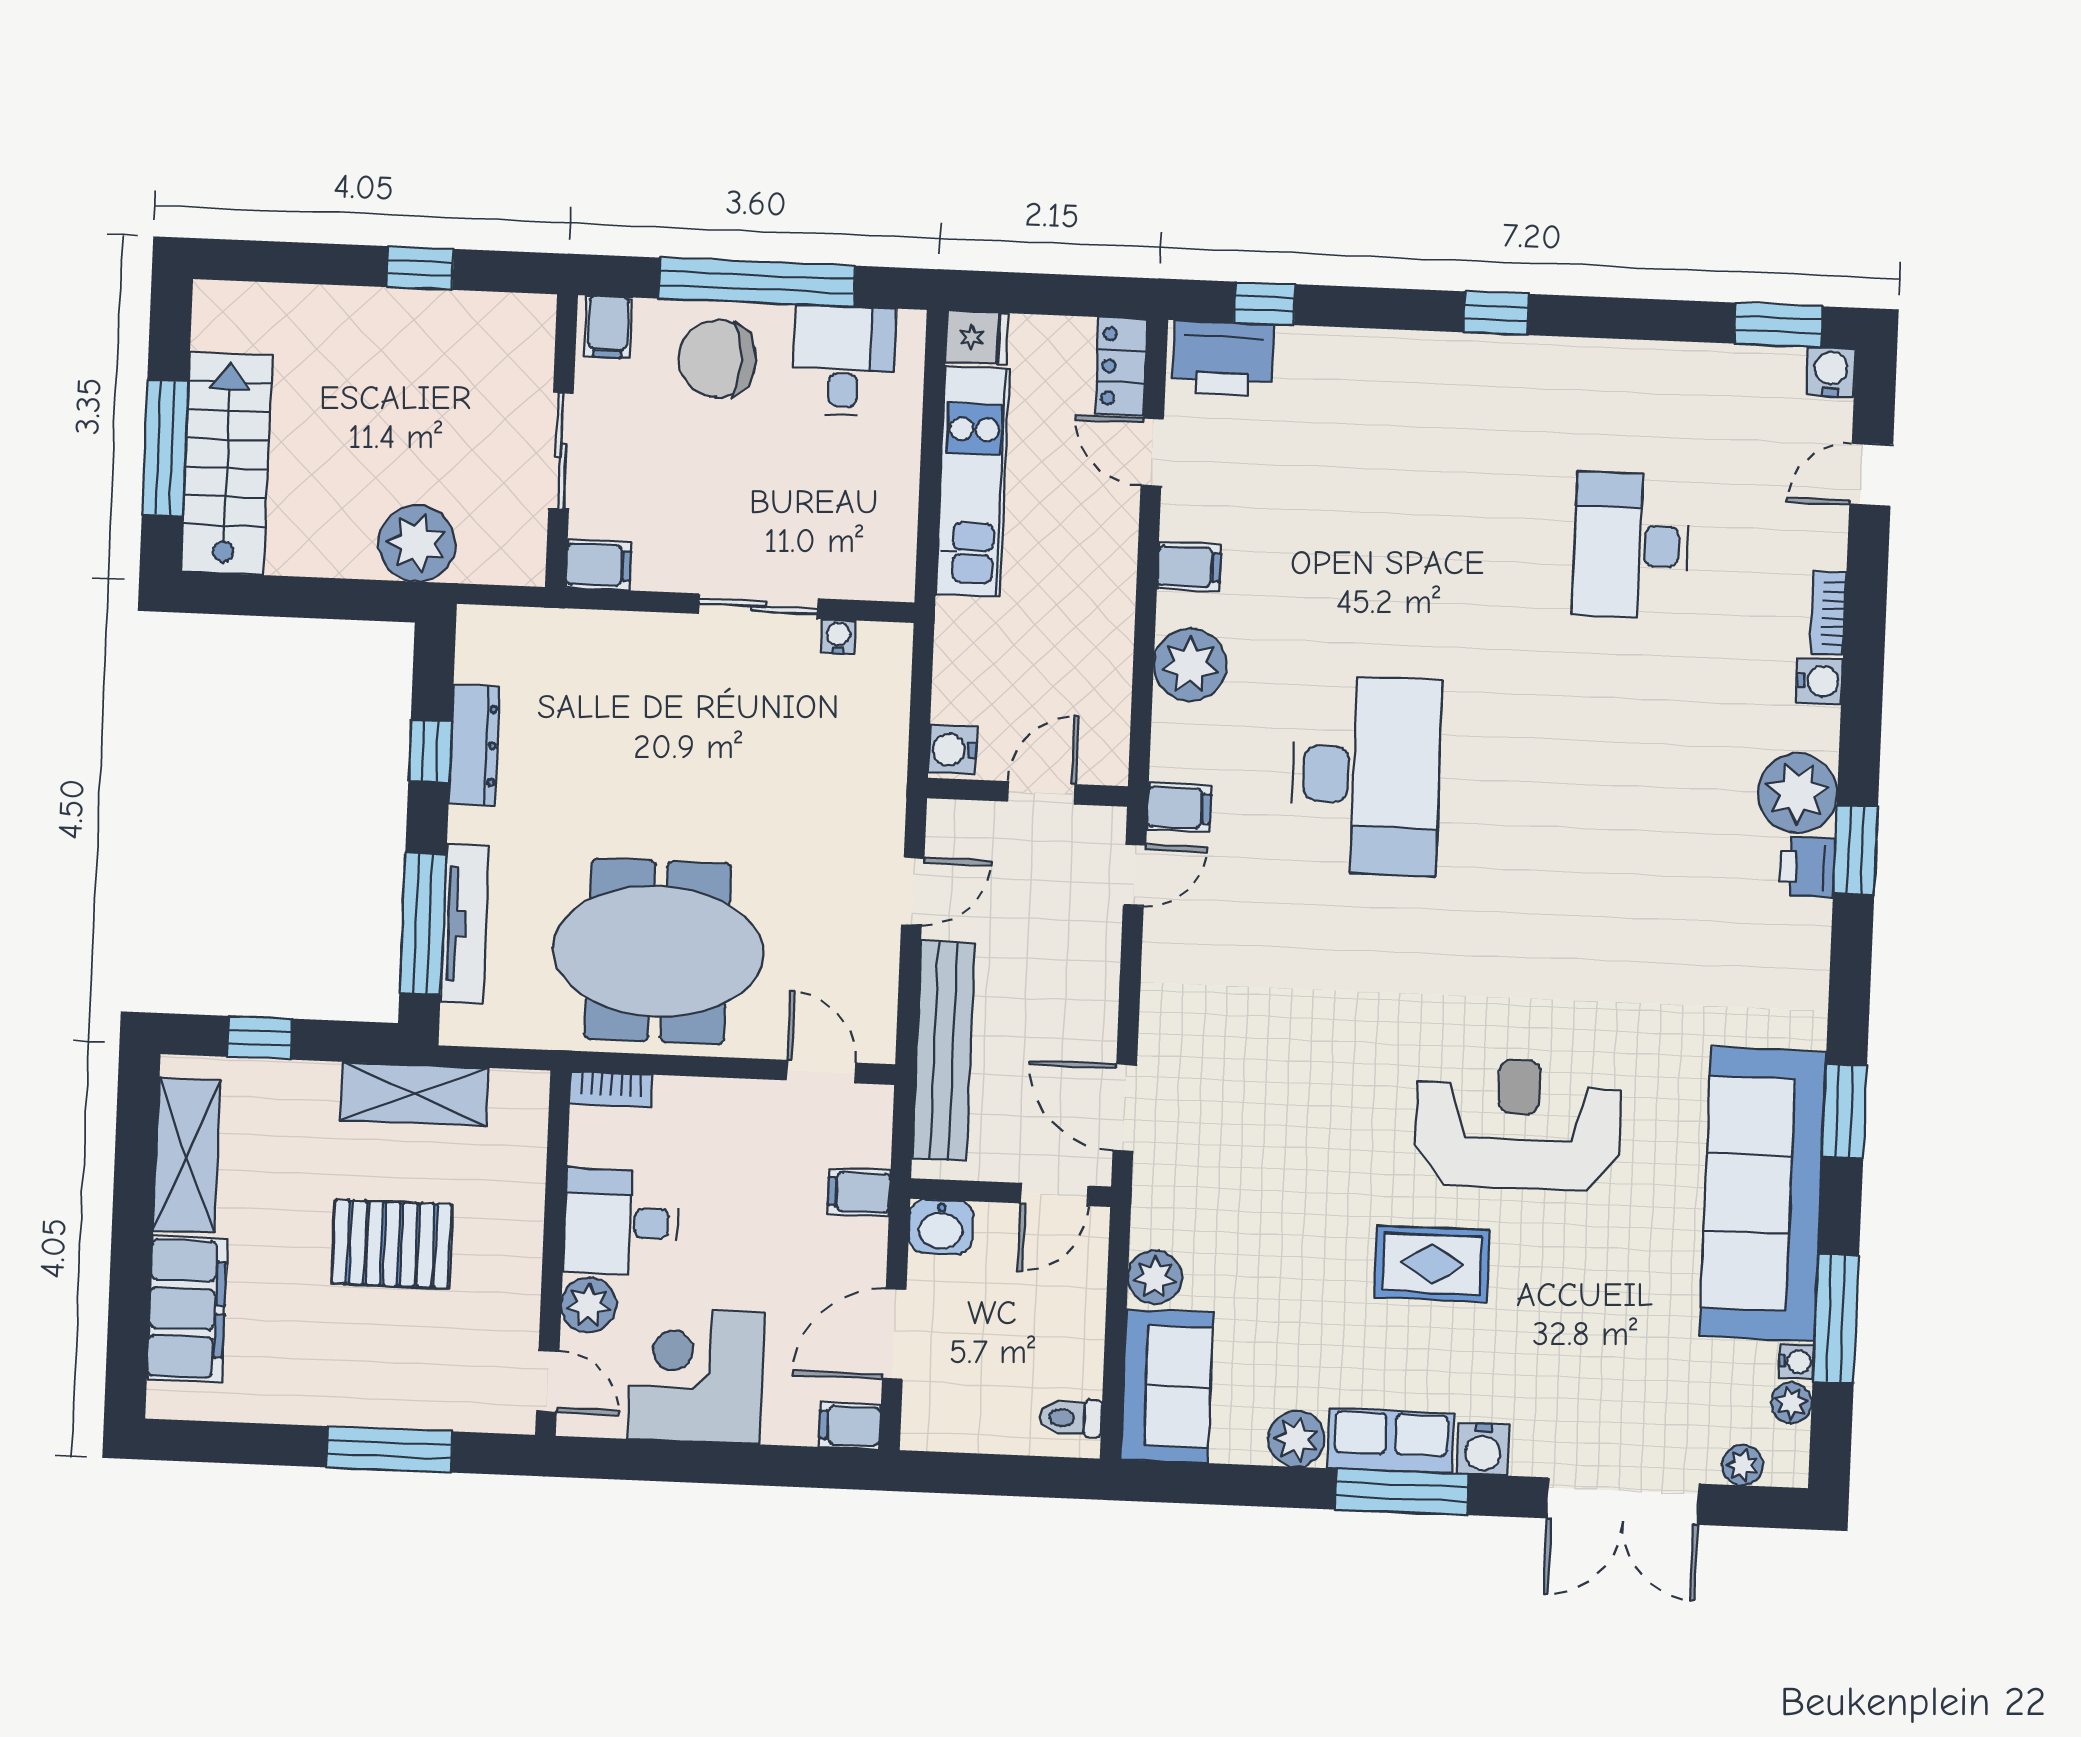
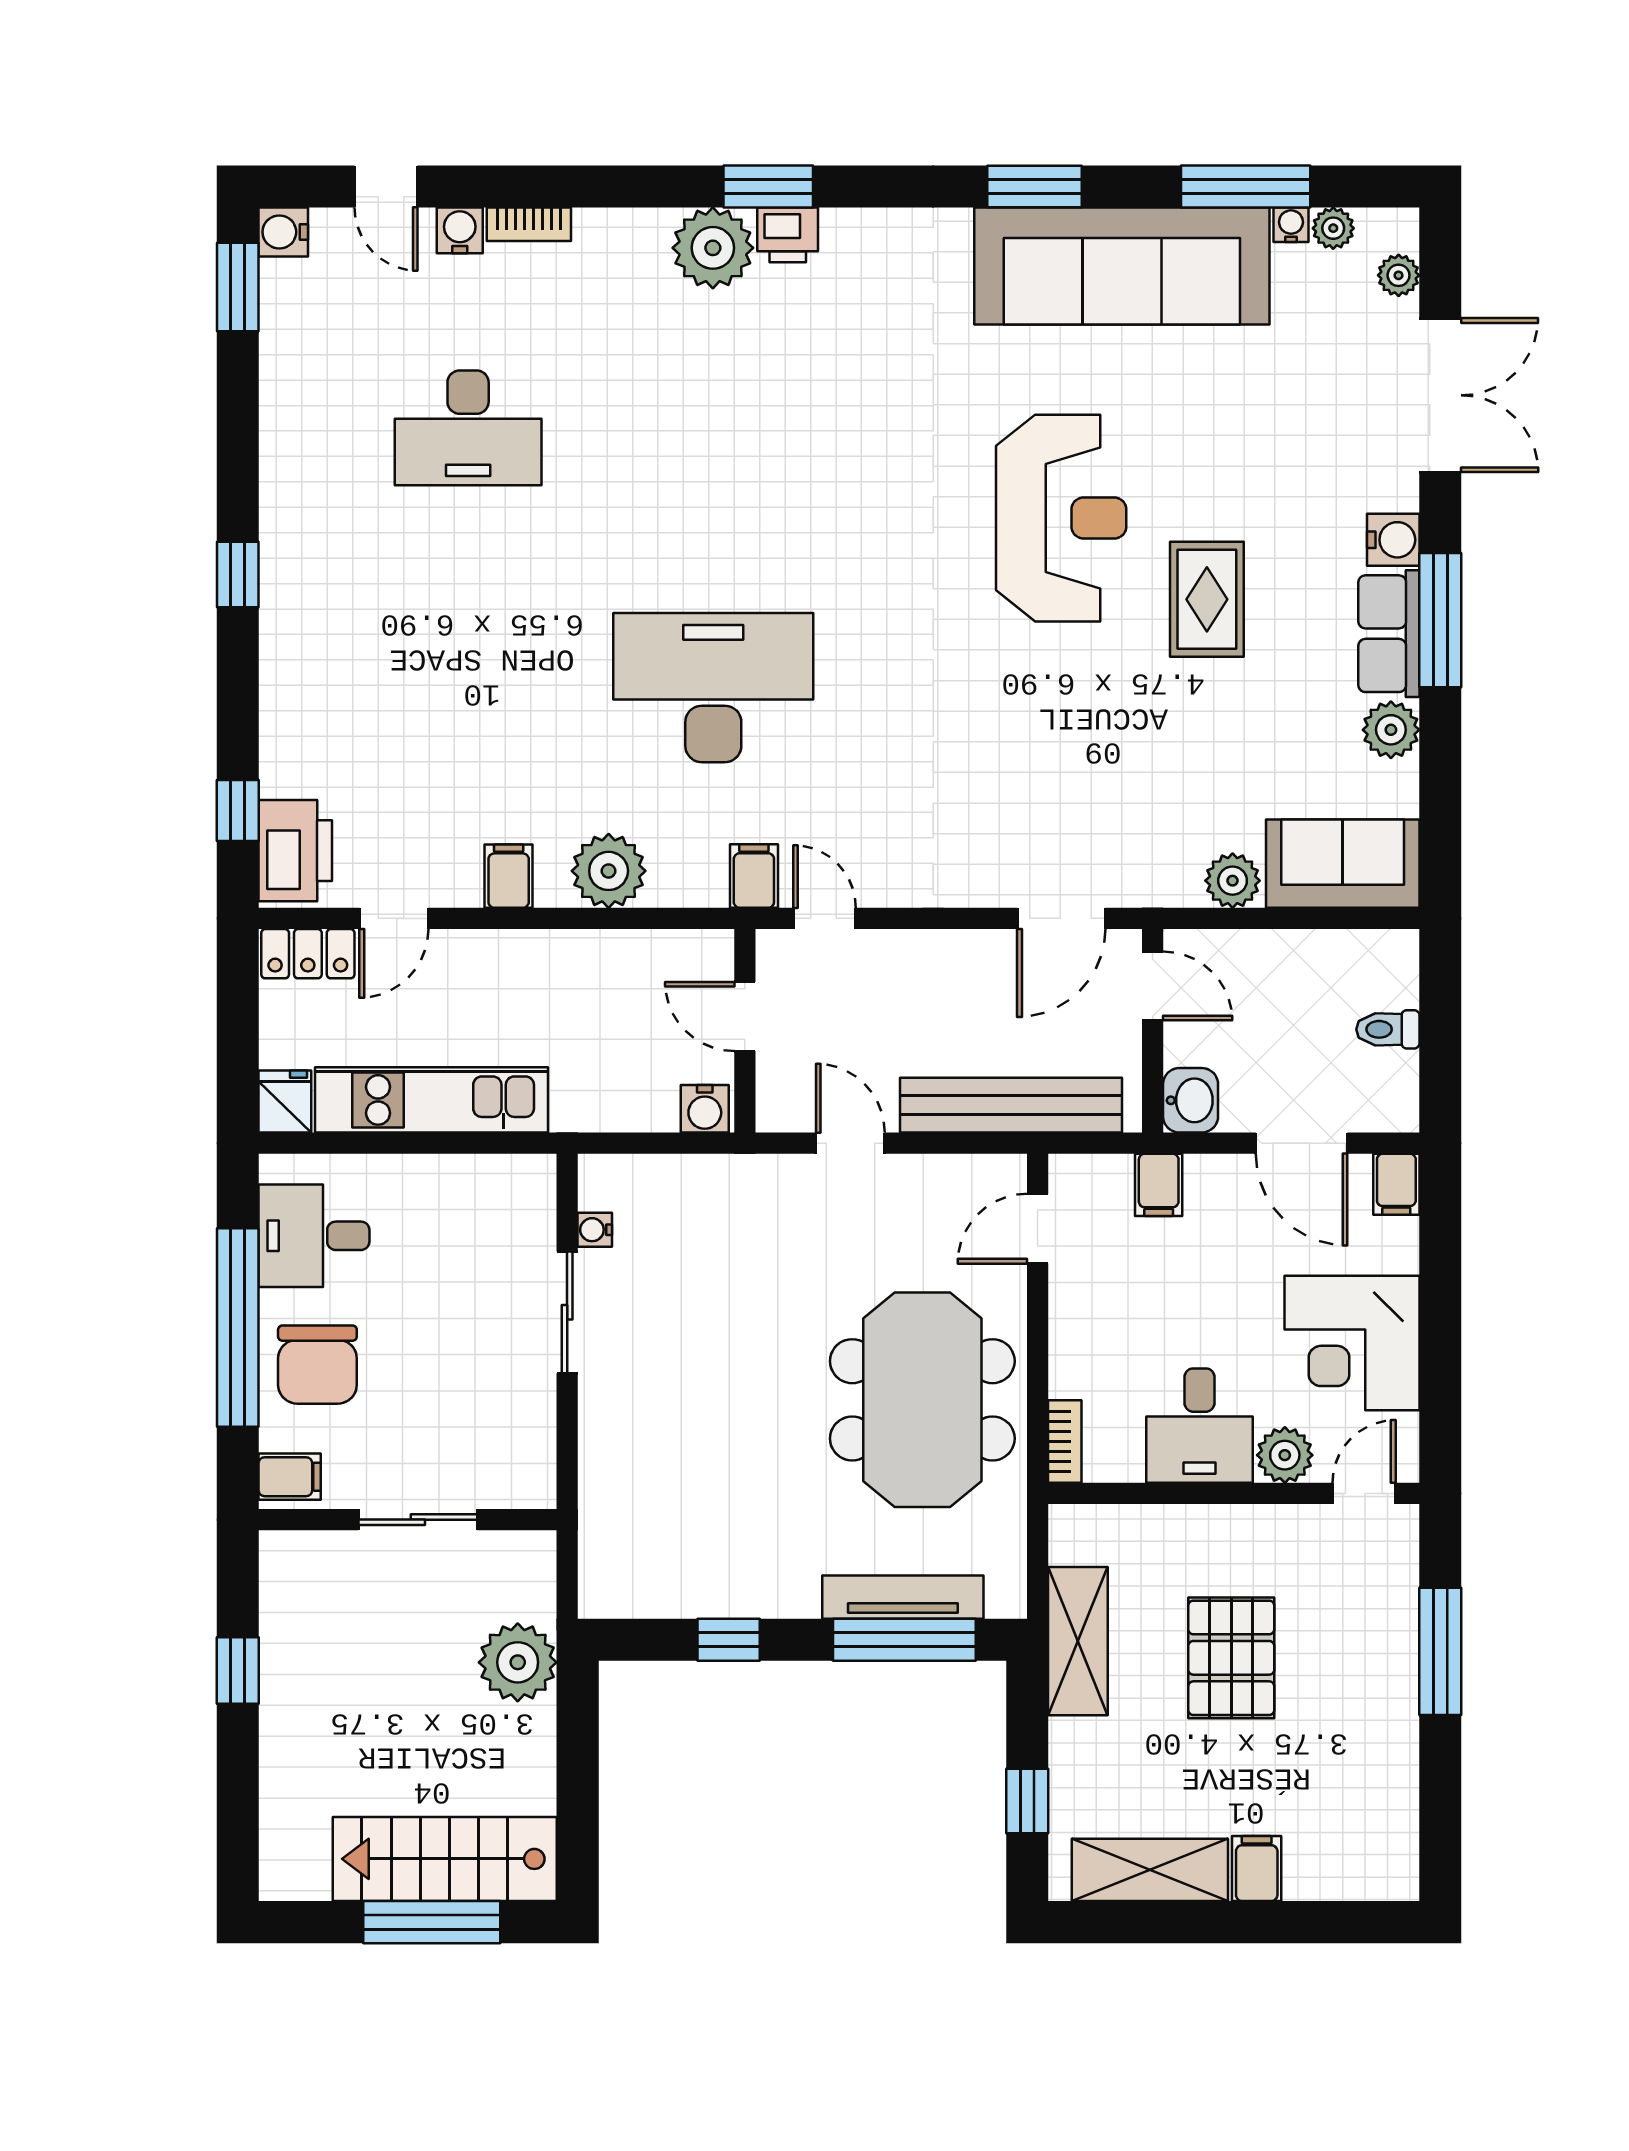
filing cabinet: (599, 565) -> (532, 1476), removed
water cooler: (1819, 681) -> (460, 230), moved
dresser: (474, 745) -> (720, 1595), removed
reception desk: (1518, 1124) -> (1061, 518), turned 180
filing cabinet: (187, 1309) -> (1257, 1869), width x0.33, depth x0.86
toilet: (1071, 1418) -> (1388, 1029), moved, turned 90

